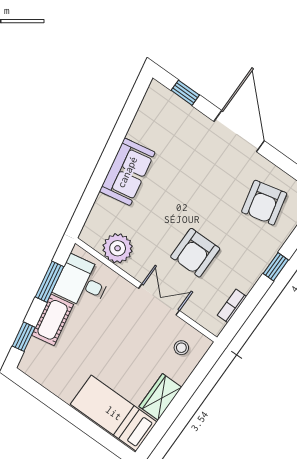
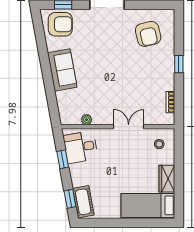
plant: (118, 248) -> (87, 120), width x0.53, depth x0.53
armchair: (195, 253) -> (60, 24), moved, turned -90
window: (50, 282) -> (63, 159), width x0.67
cot: (53, 320) -> (83, 202), moved

